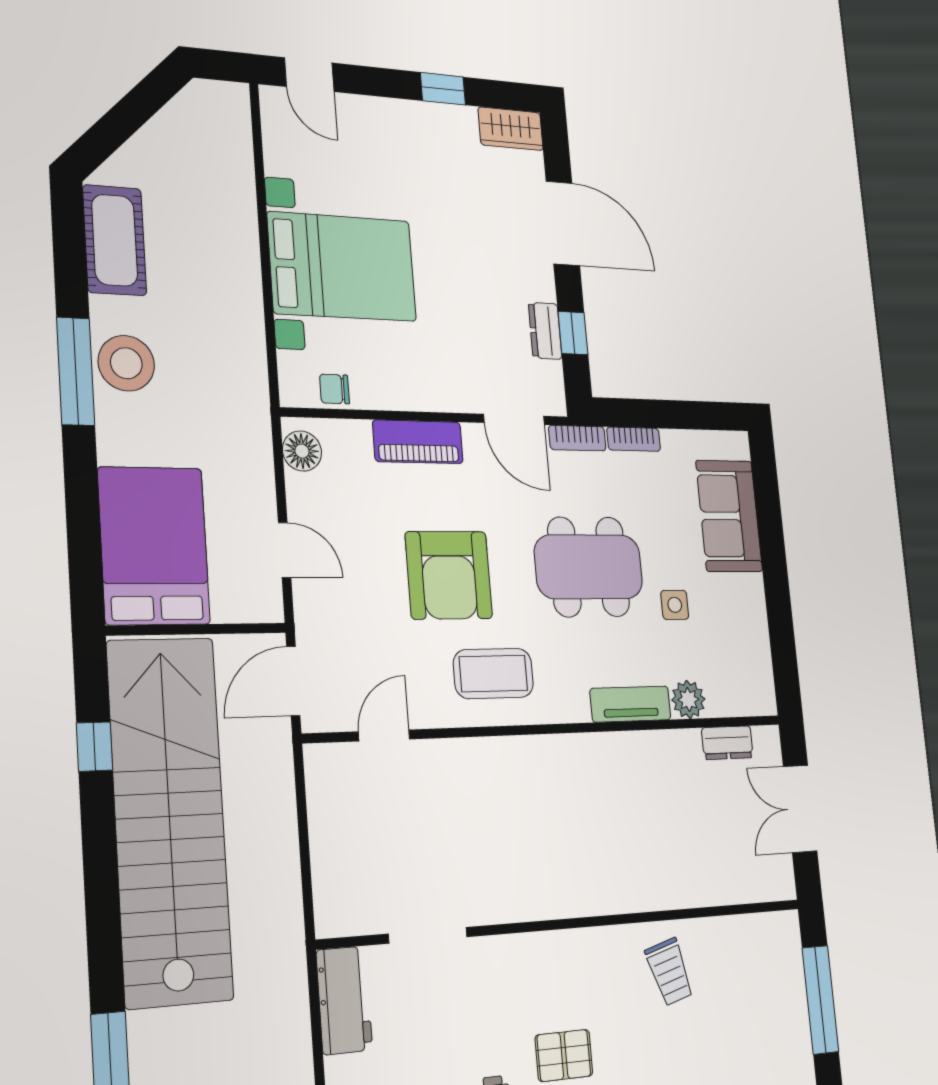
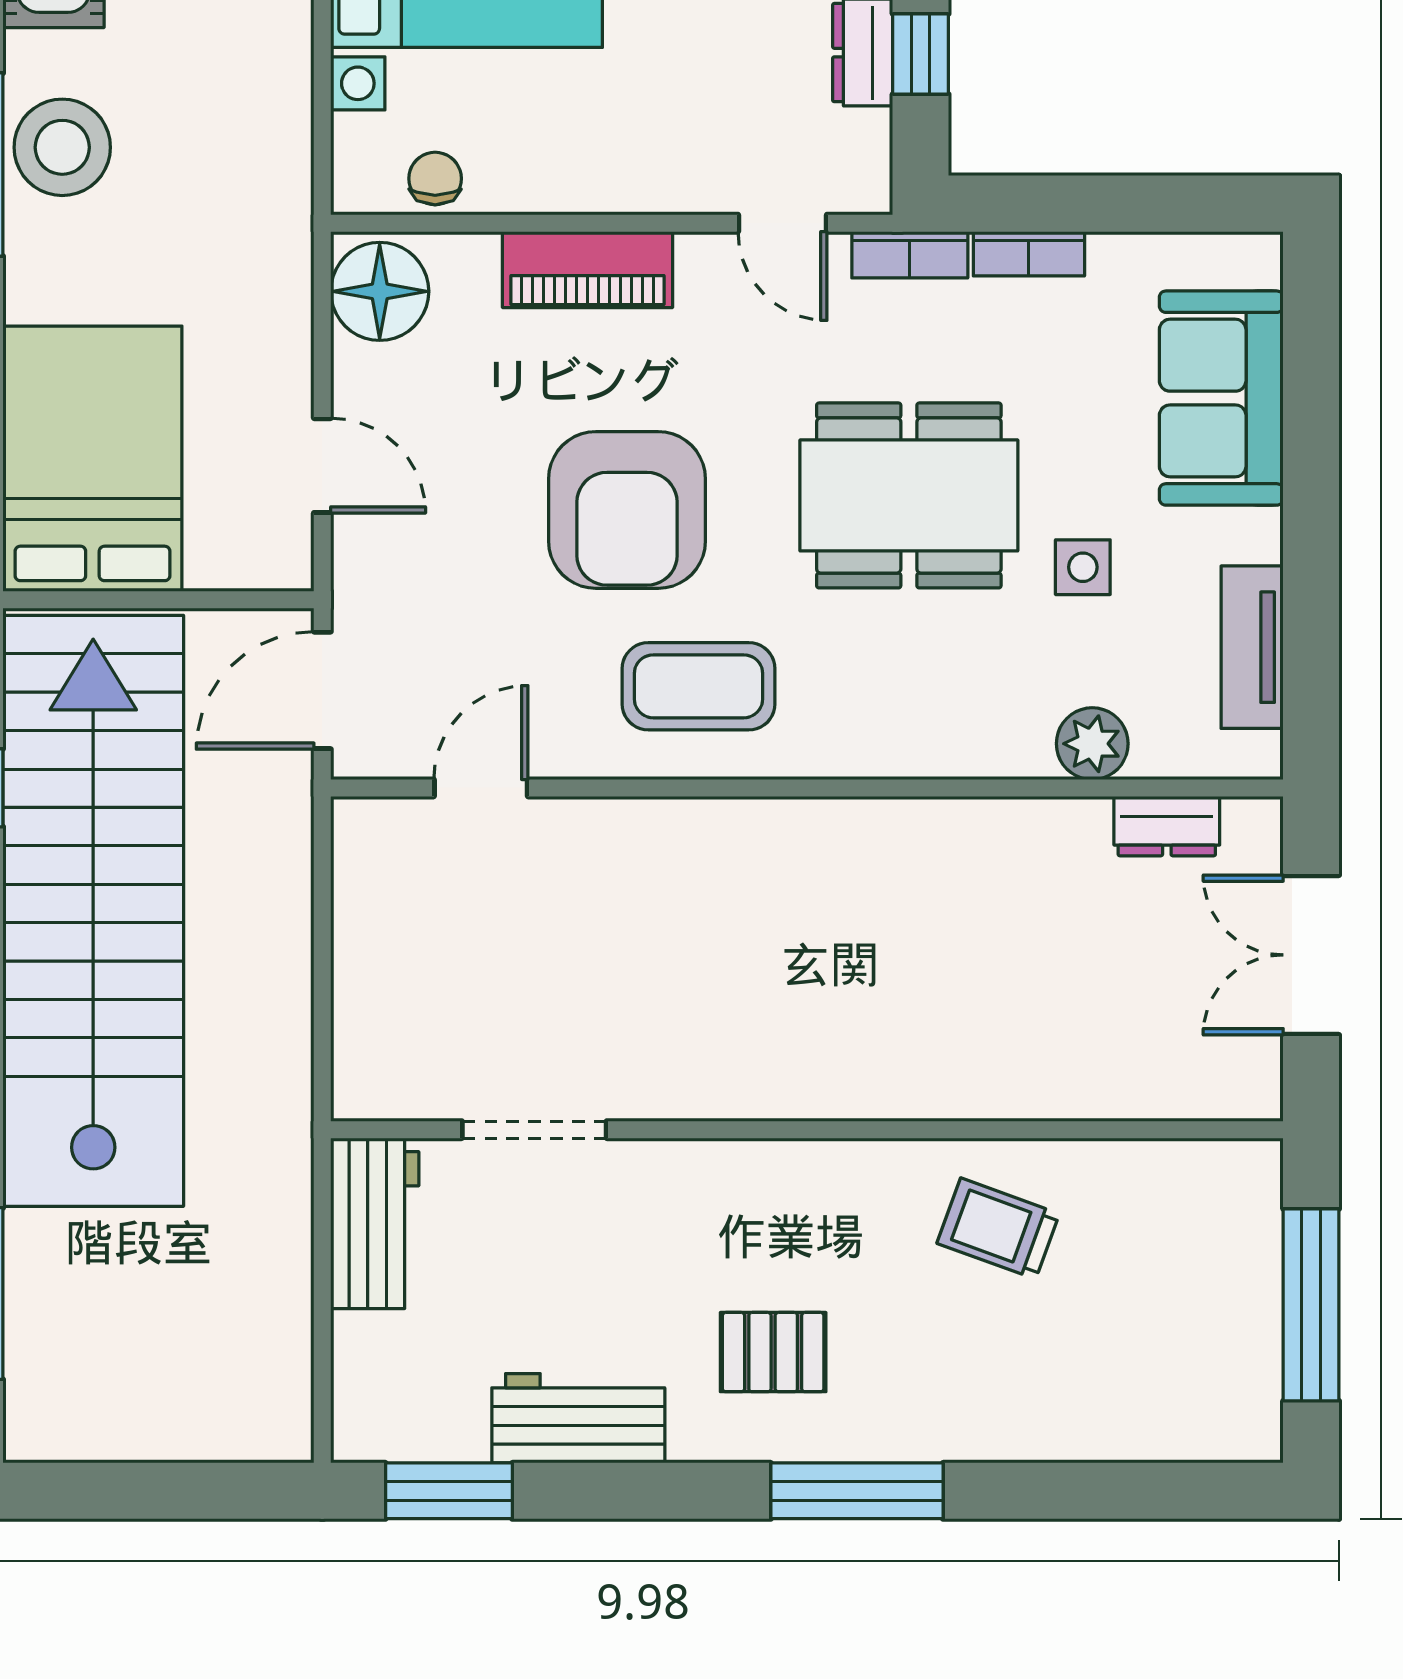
chair: (335, 389) -> (435, 179), turned 90
door: (514, 419) -> (783, 223), width x0.73
floor lamp: (302, 451) -> (380, 291), width x1.38, depth x1.38
tv unit: (631, 704) -> (1252, 647), moved, turned -90
trolley: (670, 972) -> (998, 1229), turned 126

